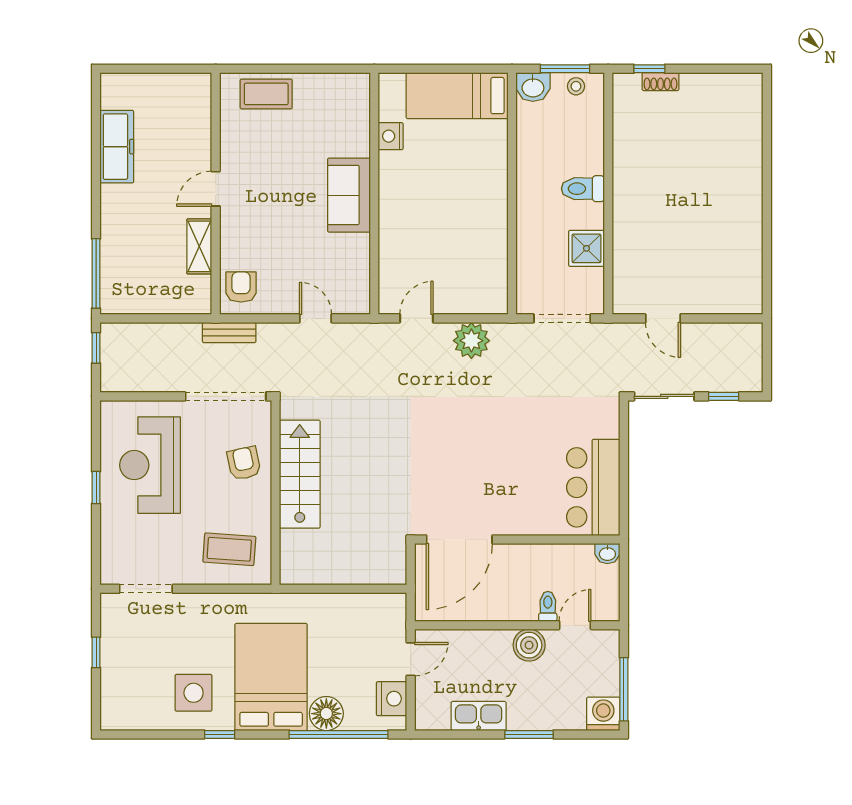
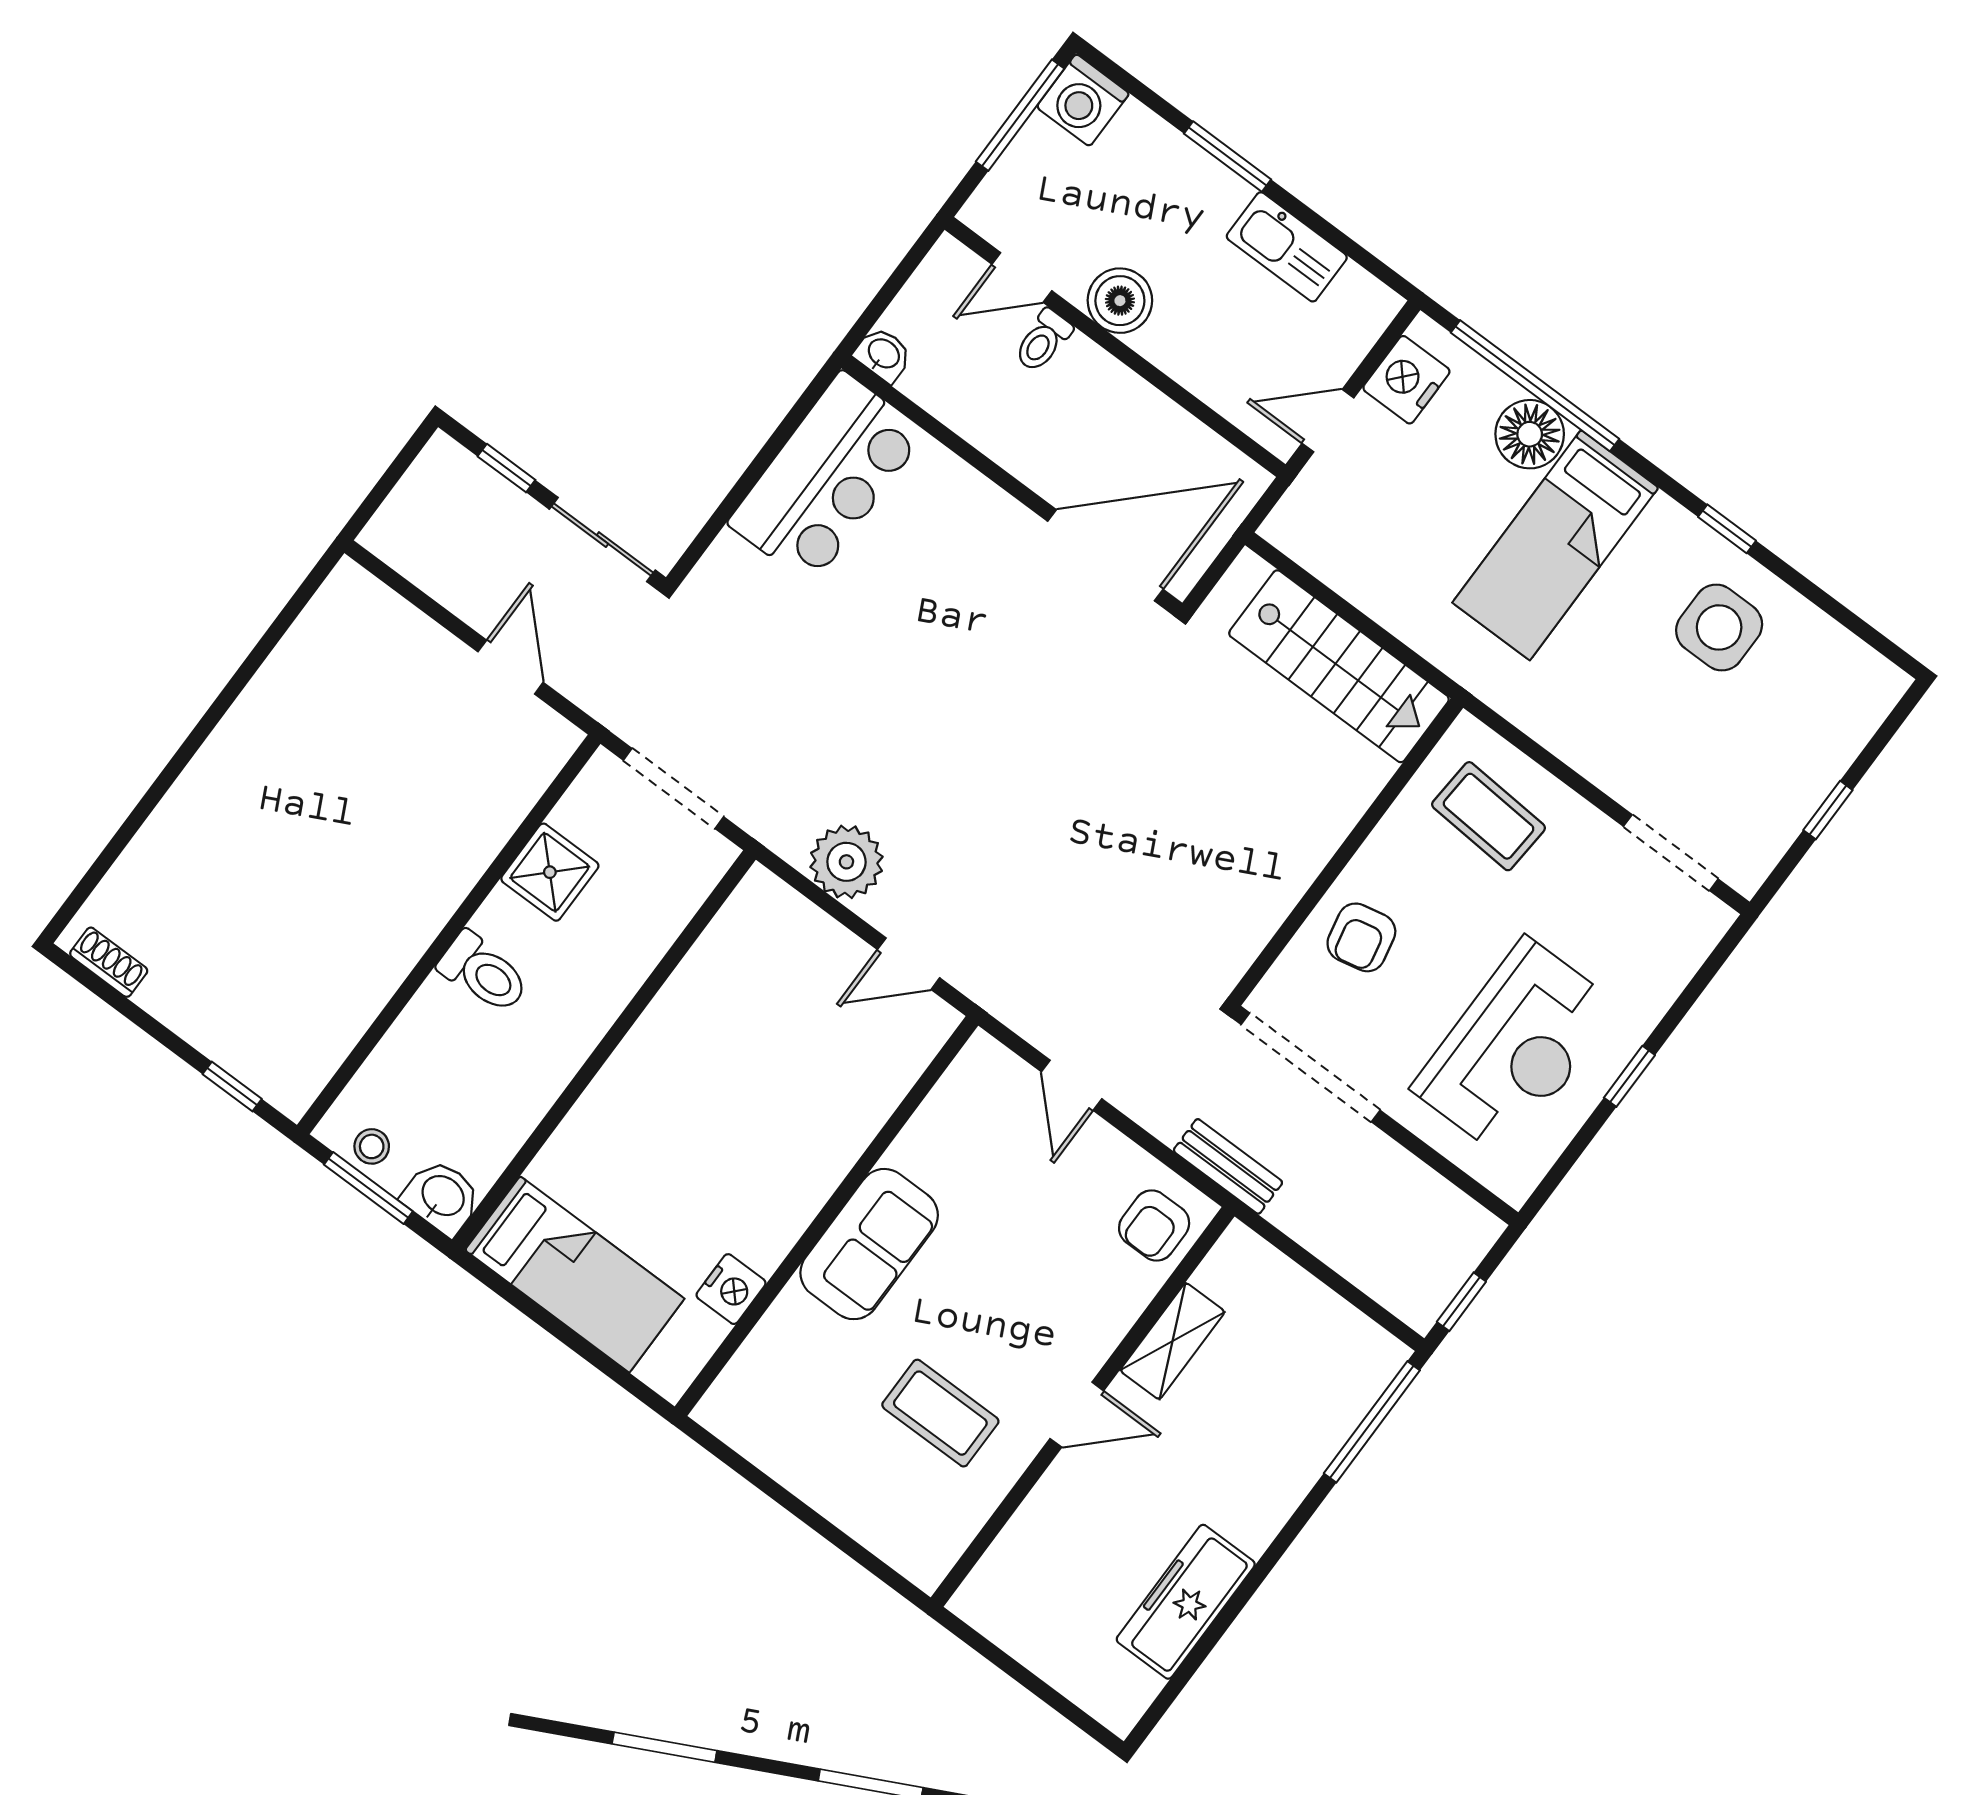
shoe rack: (661, 82) -> (109, 962), moved
coffee table: (266, 94) -> (940, 1413), moved
stairs: (300, 474) -> (1339, 666), moved, turned -90
bed: (271, 677) -> (1555, 545), width x0.67

